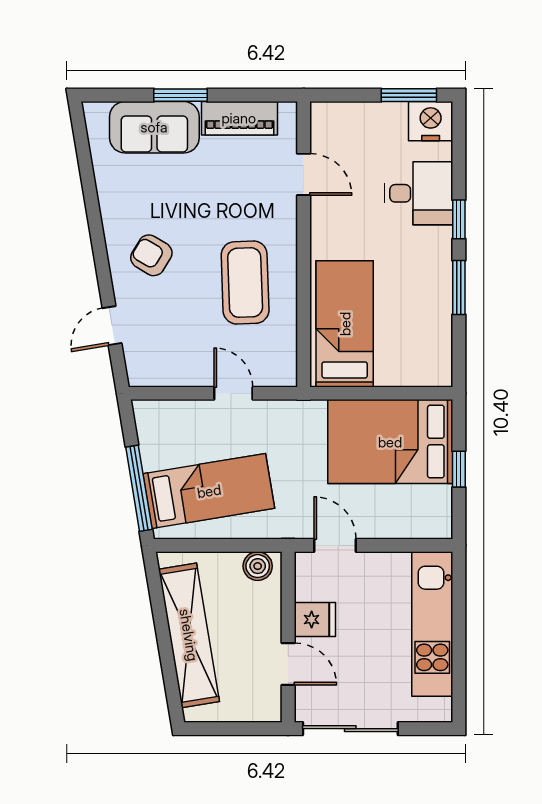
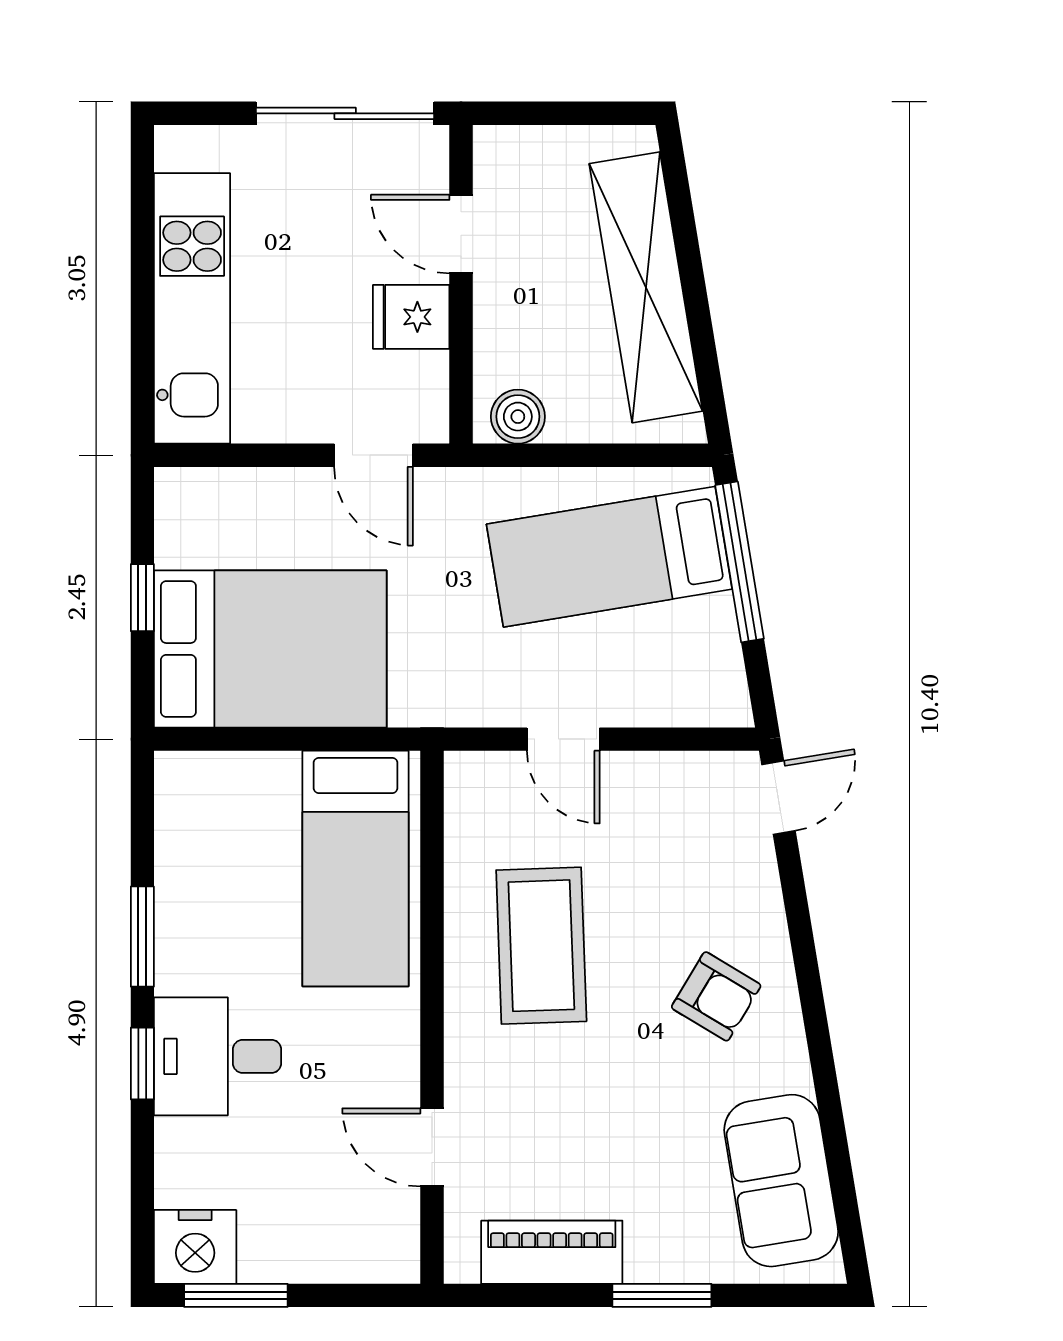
sofa: (154, 127) -> (781, 1181), moved, turned -99
desk: (419, 193) -> (218, 1056), moved
door: (112, 326) -> (778, 798), moved

